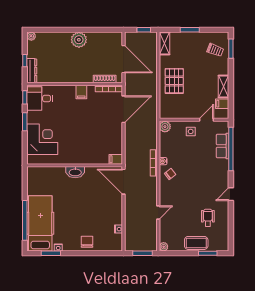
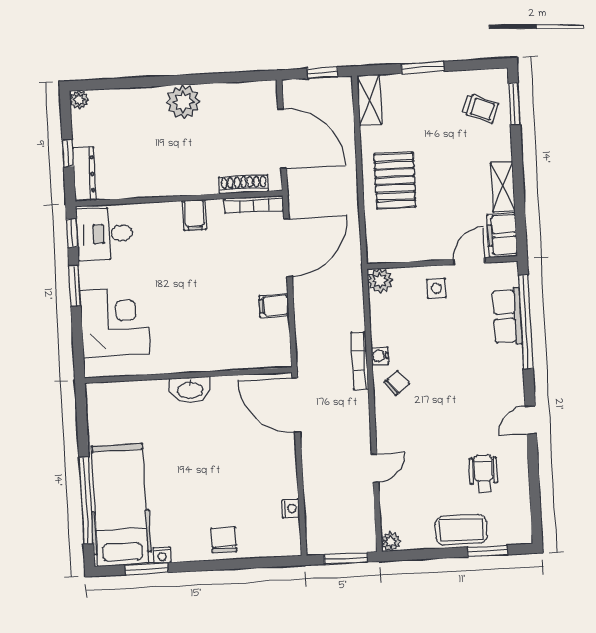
filing cabinet: (222, 104) -> (502, 235), width x2.00
filing cabinet: (116, 159) -> (274, 306), moved

